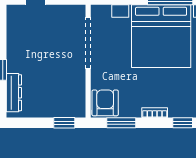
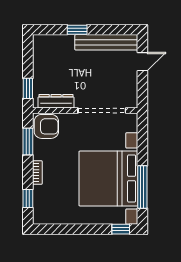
bench: (15, 38) -> (106, 42), added
dresser: (14, 93) -> (56, 101), moved, turned 180

